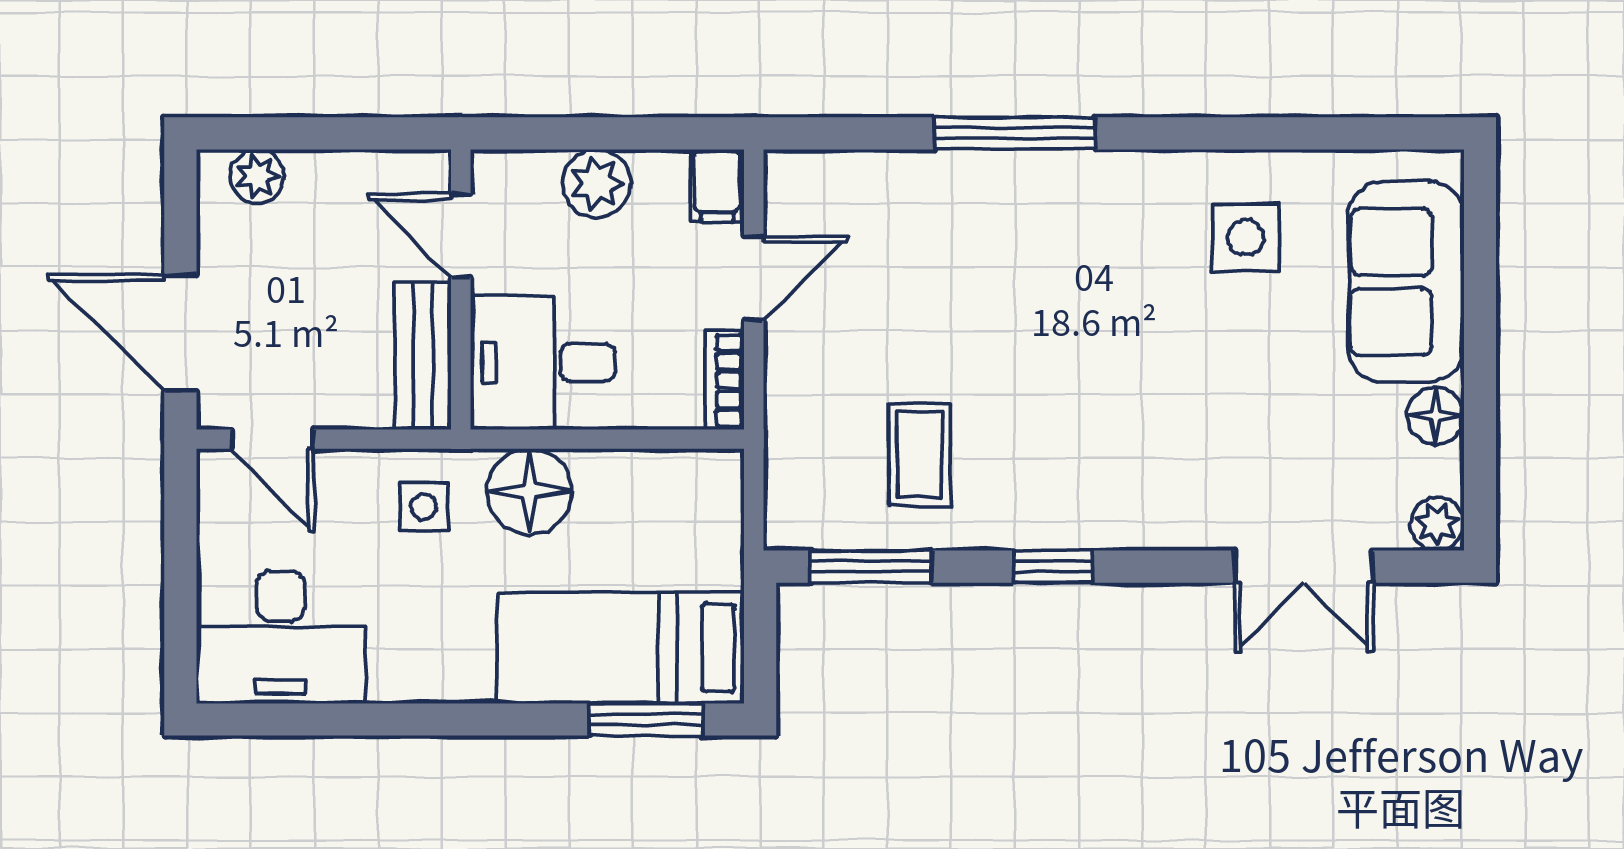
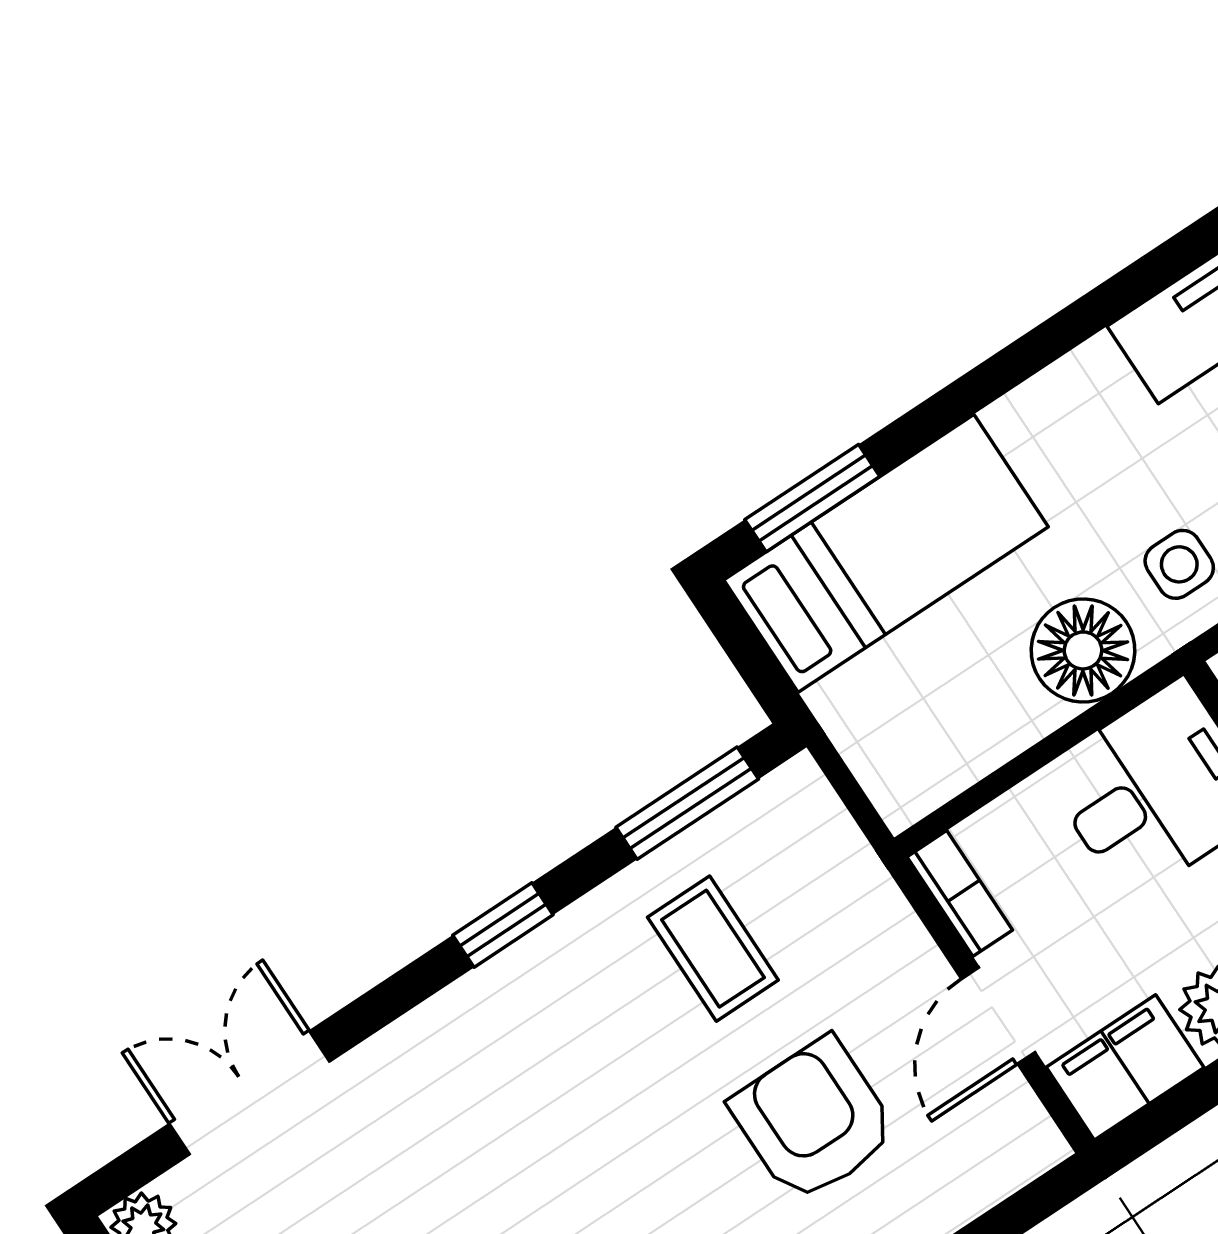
filing cabinet: (717, 185) -> (1125, 1067), width x2.00
armchair: (928, 291) -> (814, 1120), added

